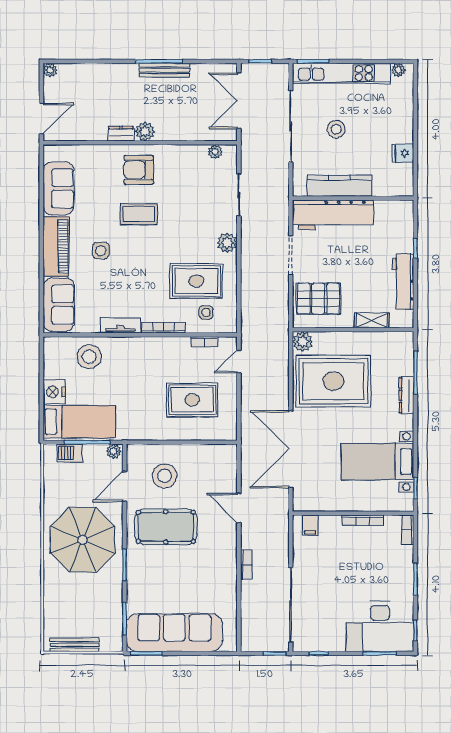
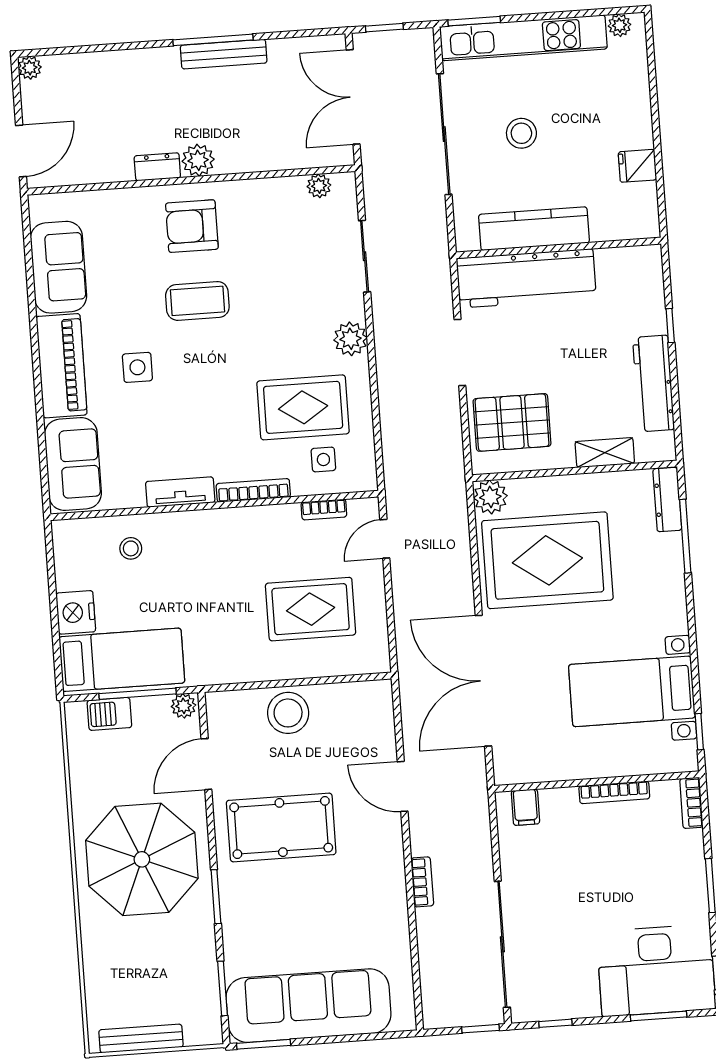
stool: (89, 357) -> (131, 548), width x0.53, depth x0.53
dresser: (406, 395) -> (667, 500), moved
stool: (165, 476) -> (288, 713), moved

